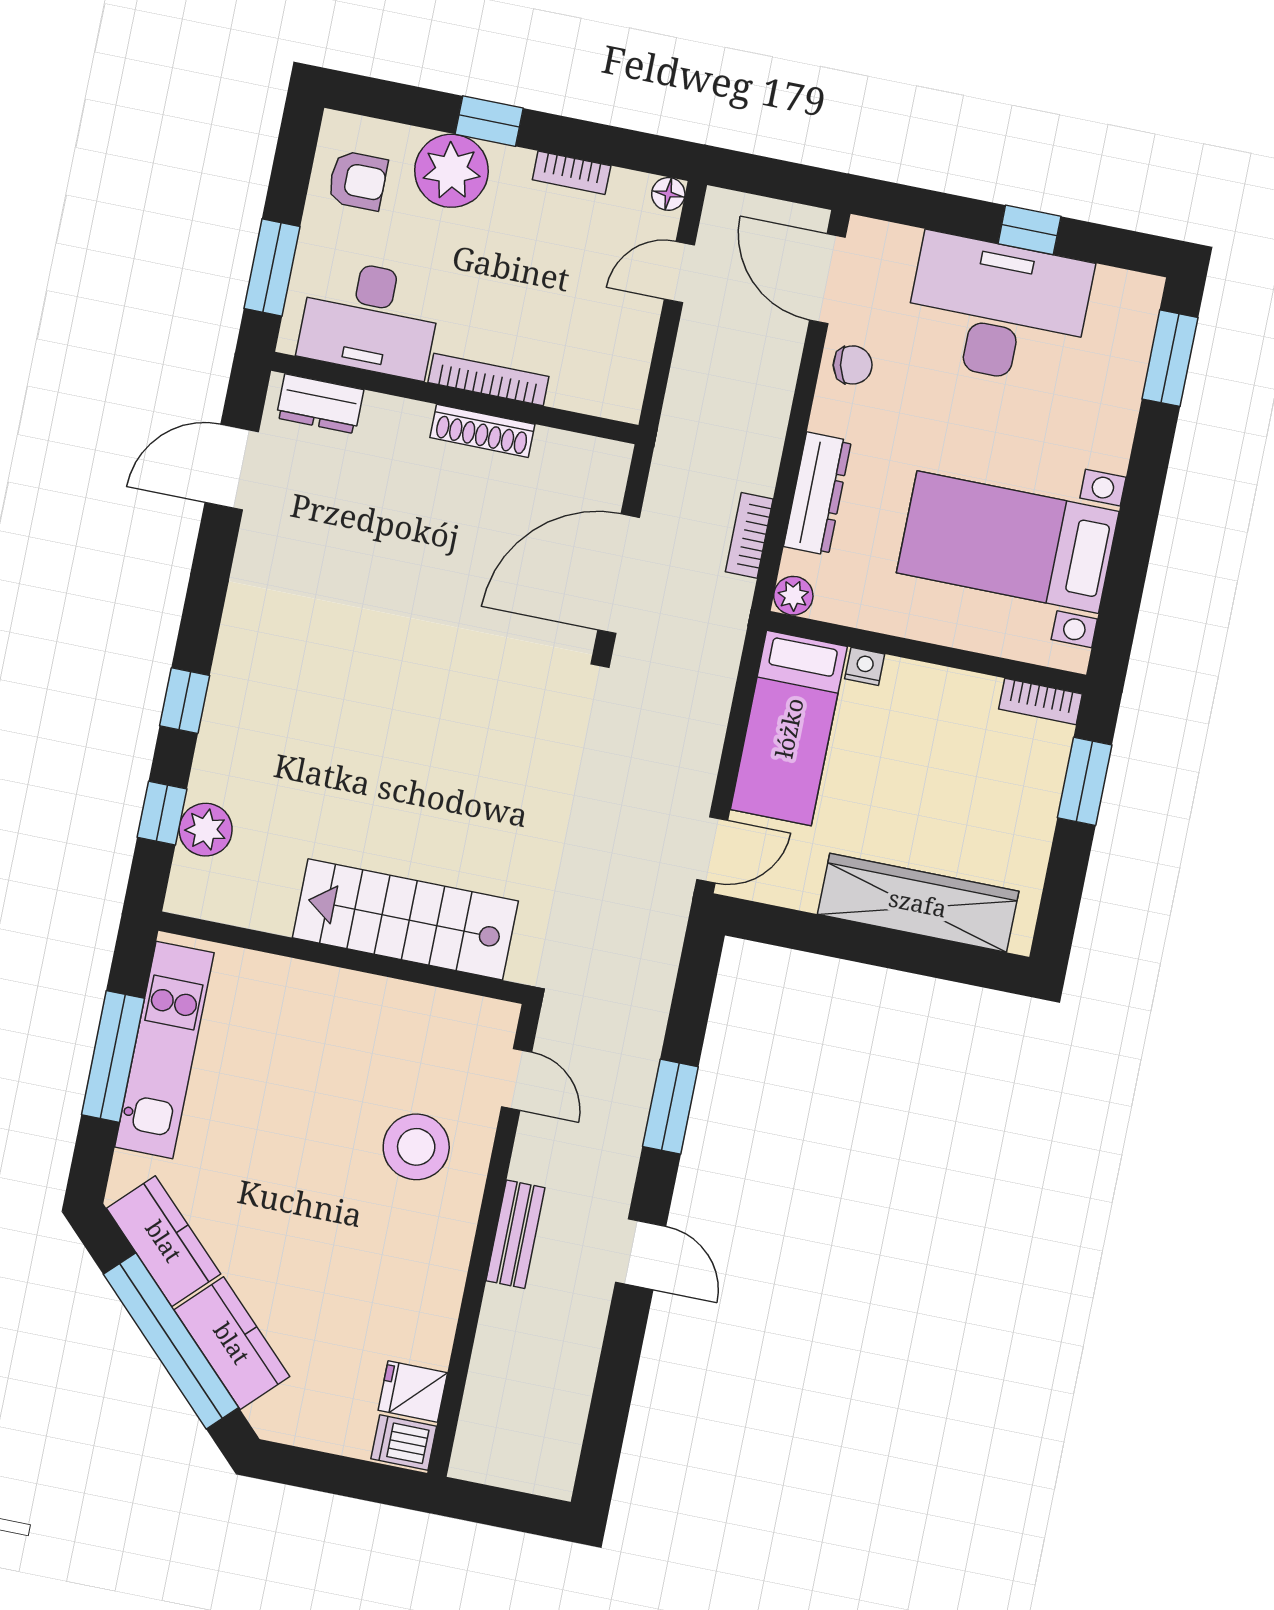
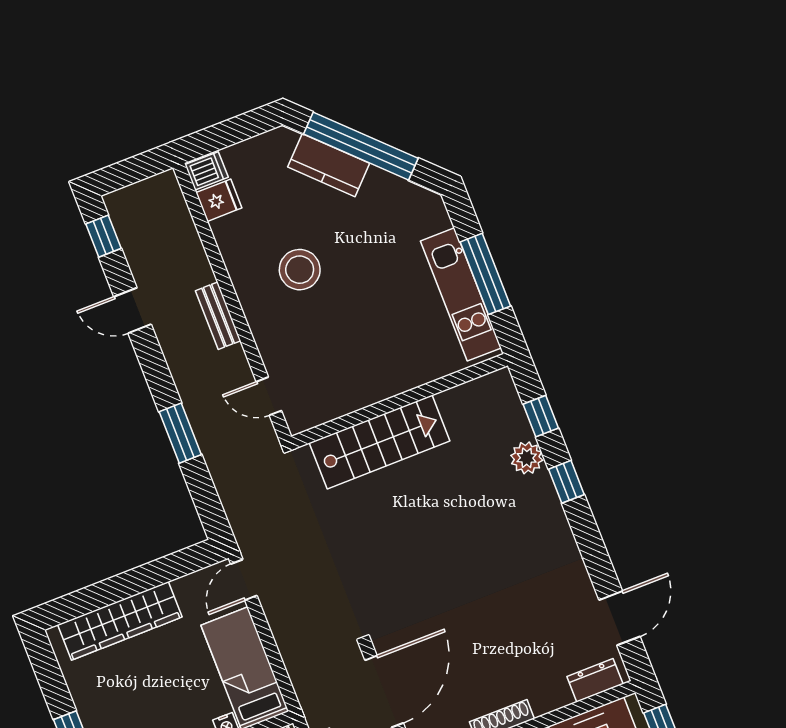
plant: (206, 830) -> (527, 458), moved
stool: (416, 1147) -> (300, 270), moved
kitchen counter: (164, 1241) -> (398, 195), removed
door: (641, 1254) -> (132, 311), moved
window: (602, 1444) -> (103, 236), added

